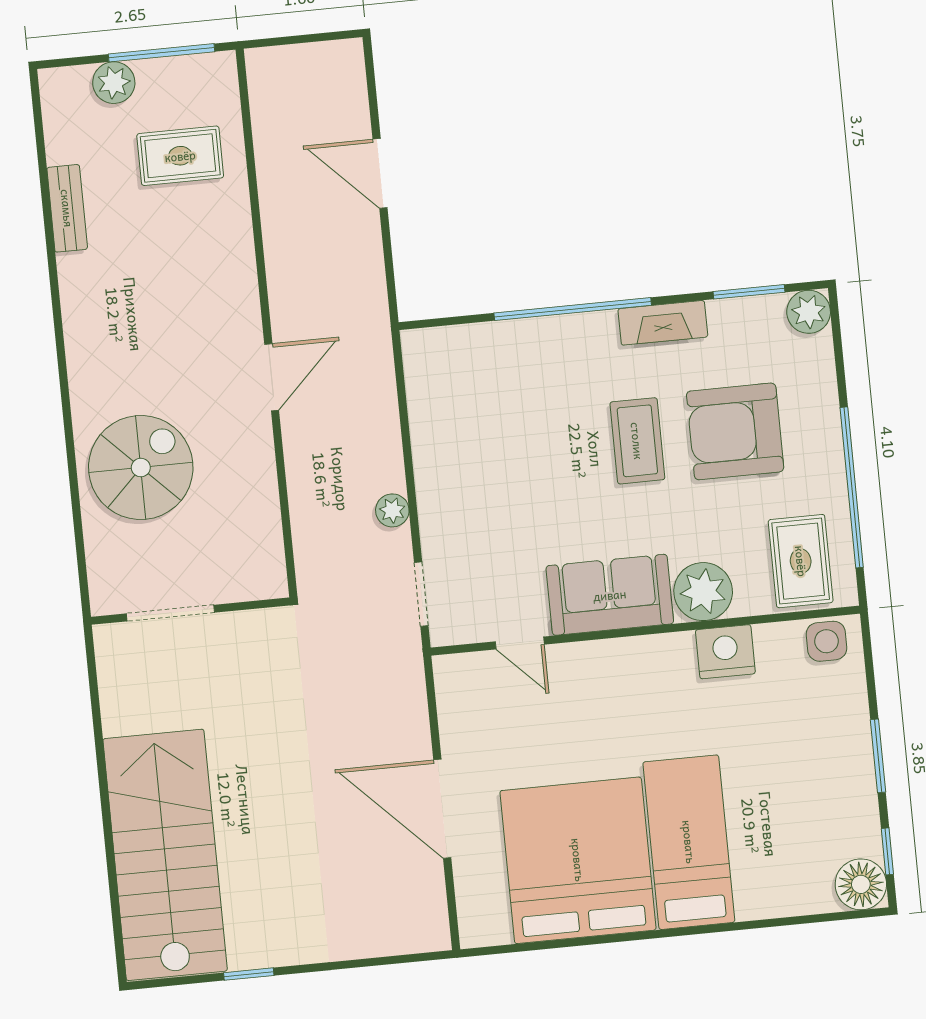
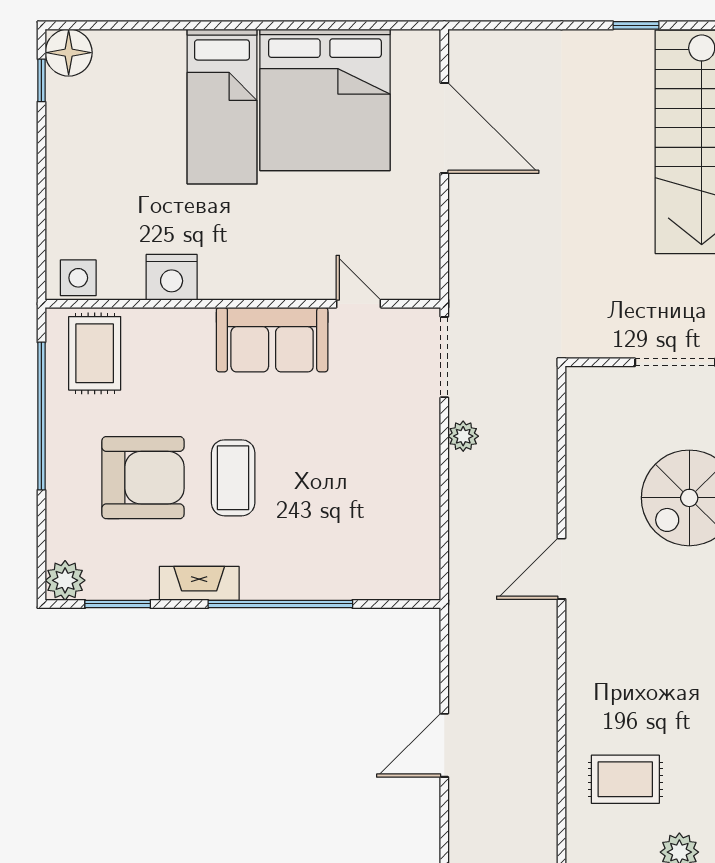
door: (380, 173) -> (444, 745), swing flipped
plant: (703, 592) -> (187, 334), removed
doorway: (421, 594) -> (444, 357), width x1.38
window: (878, 756) -> (41, 168), removed
door: (442, 809) -> (444, 128), moved

